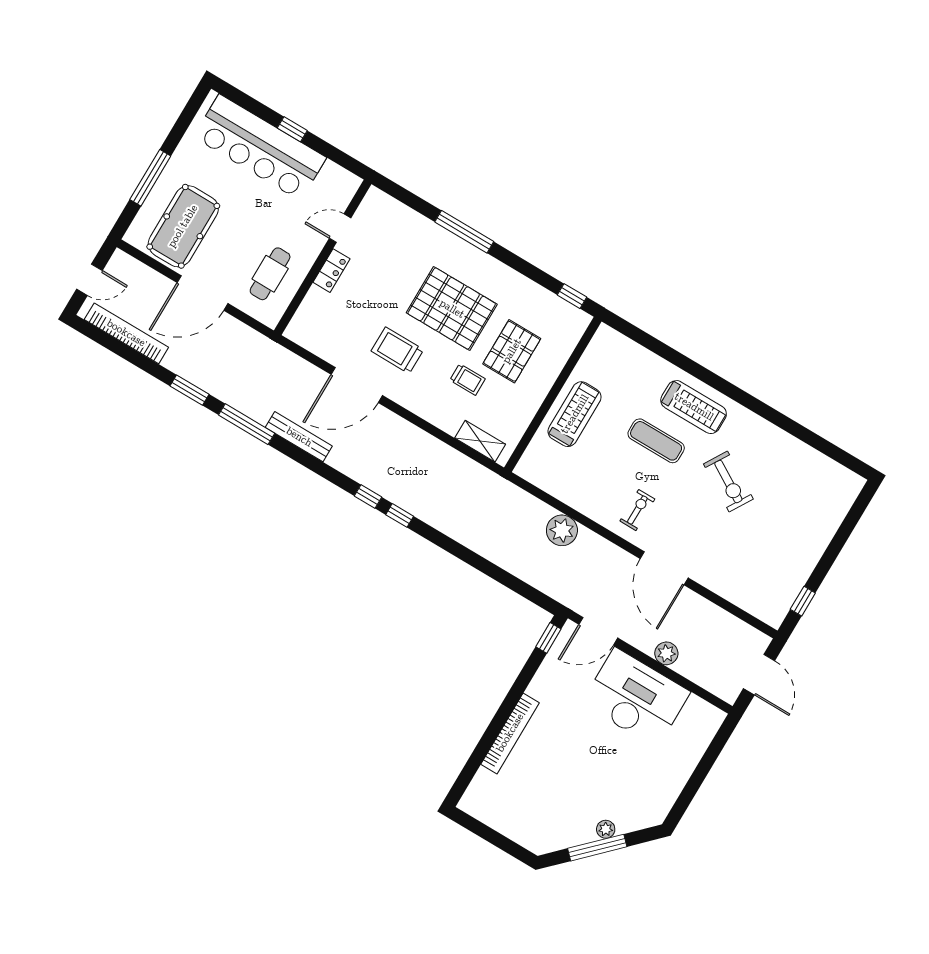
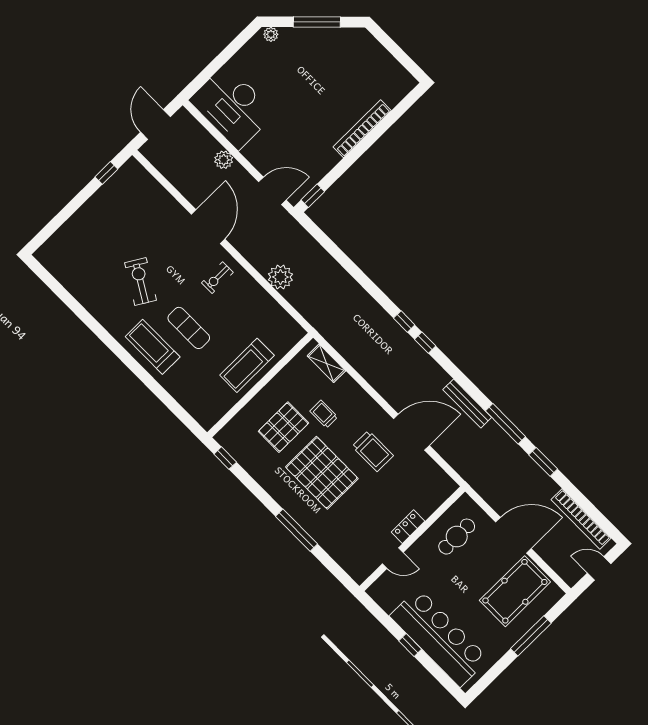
desk: (636, 698) -> (232, 107), moved
plant: (606, 829) -> (271, 34), moved

